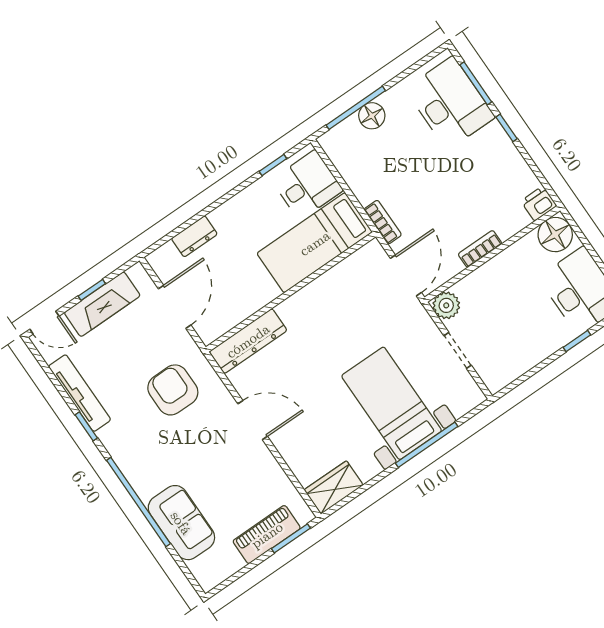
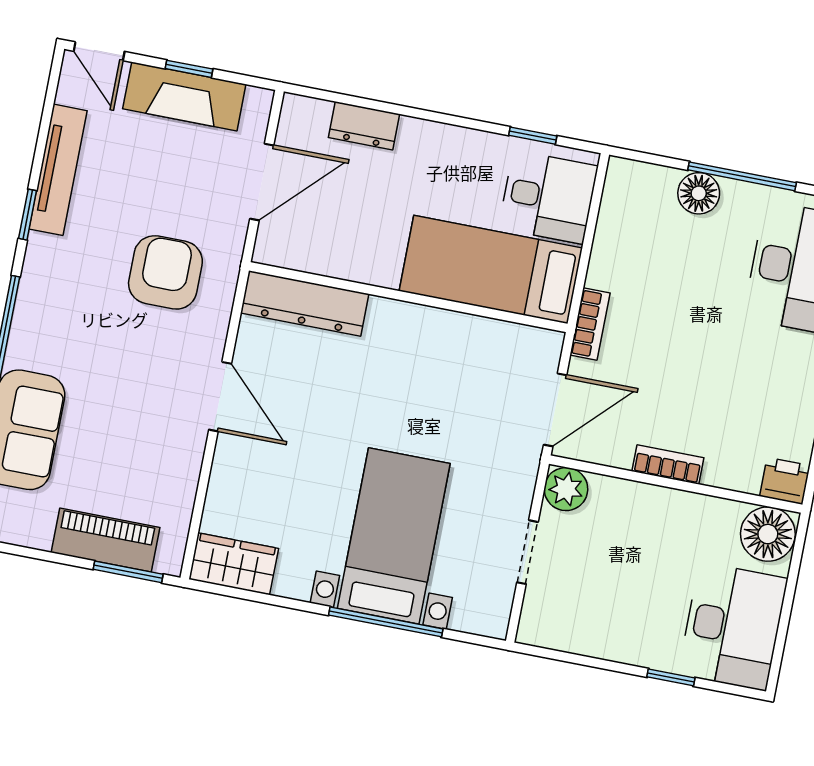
window: (356, 108) -> (742, 176), moved

